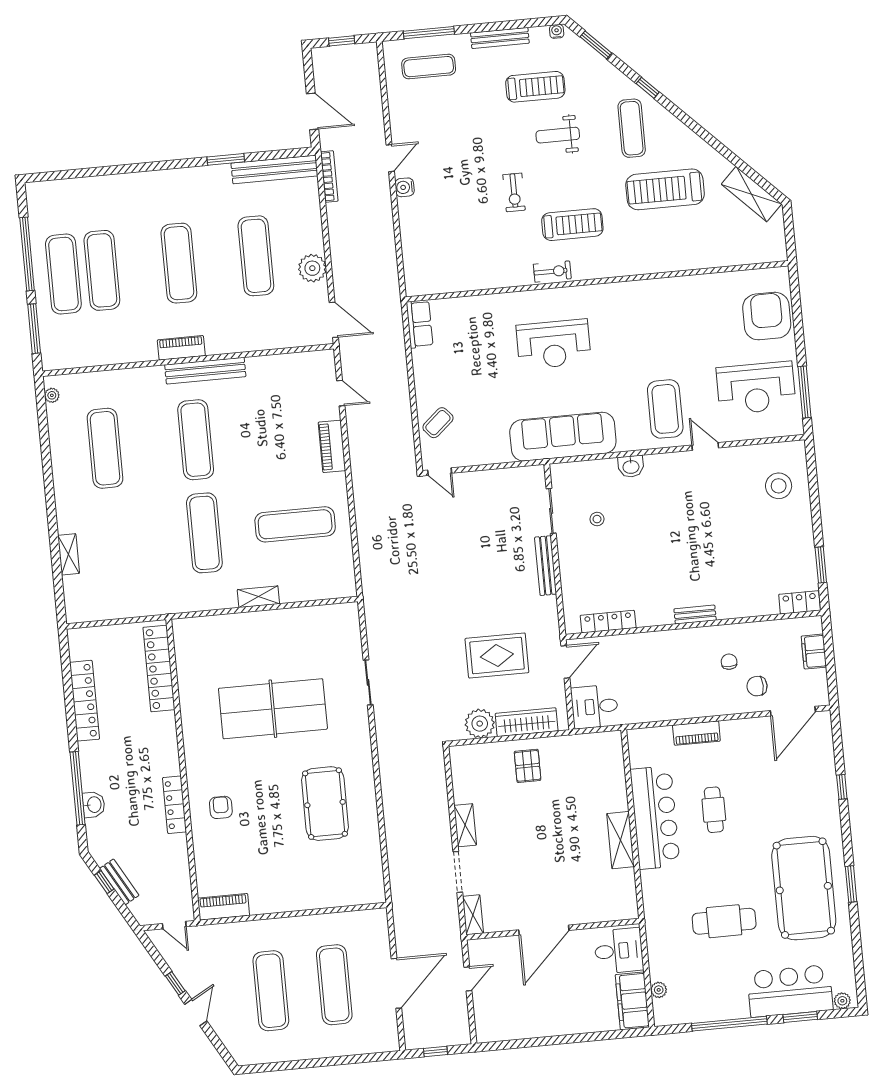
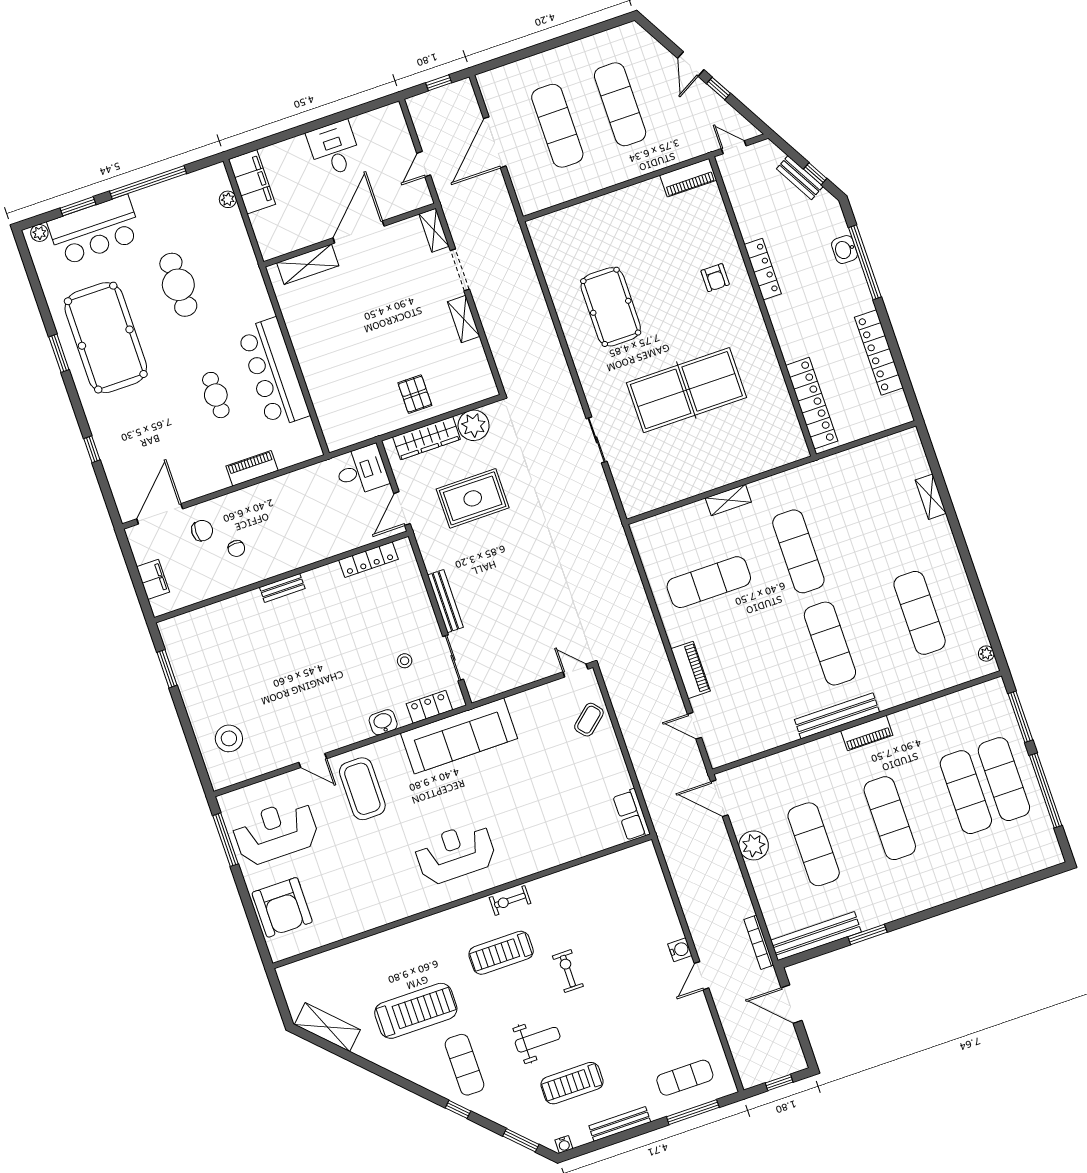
reception desk: (554, 344) -> (455, 853), moved
locker: (800, 602) -> (429, 707), moved, turned 180
shelving: (620, 840) -> (308, 264), moved, turned 90
cafe table: (724, 921) -> (178, 285), turned 90
desk: (619, 951) -> (334, 149), moved, turned 90

